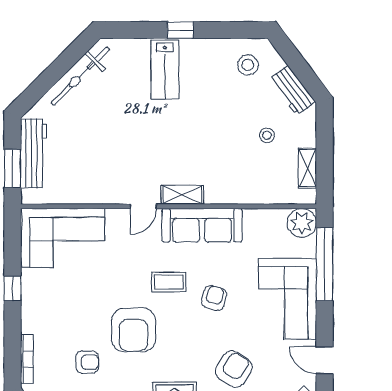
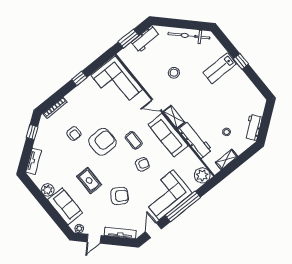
stool: (248, 65) -> (174, 73), moved
workbench: (34, 153) -> (146, 39), width x0.73
workbench: (241, 191) -> (195, 140), added
window: (325, 264) -> (183, 206), moved
armchair: (133, 330) -> (102, 142), turned 180

